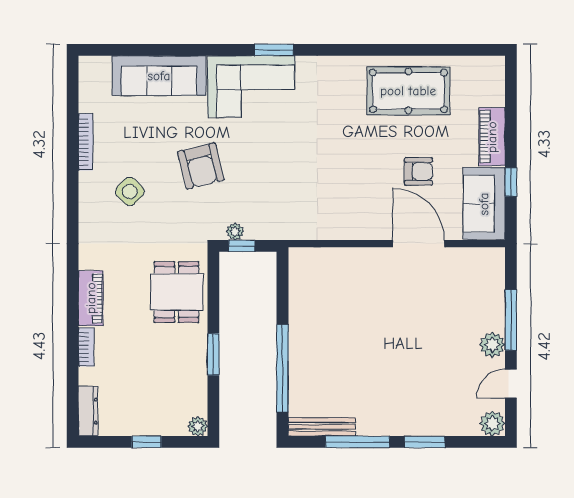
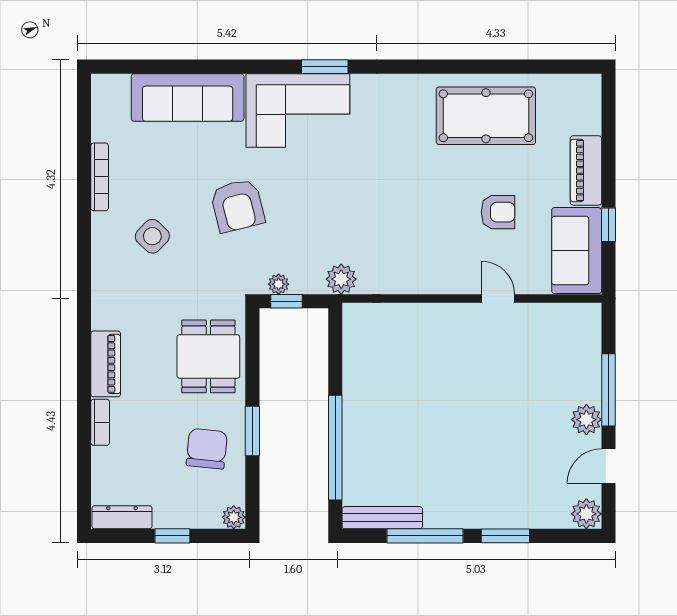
plant: (287, 227) -> (341, 279), added
door: (419, 244) -> (498, 299), width x0.53
chair: (175, 369) -> (207, 449), added
dresser: (88, 411) -> (122, 517), moved, turned -90

